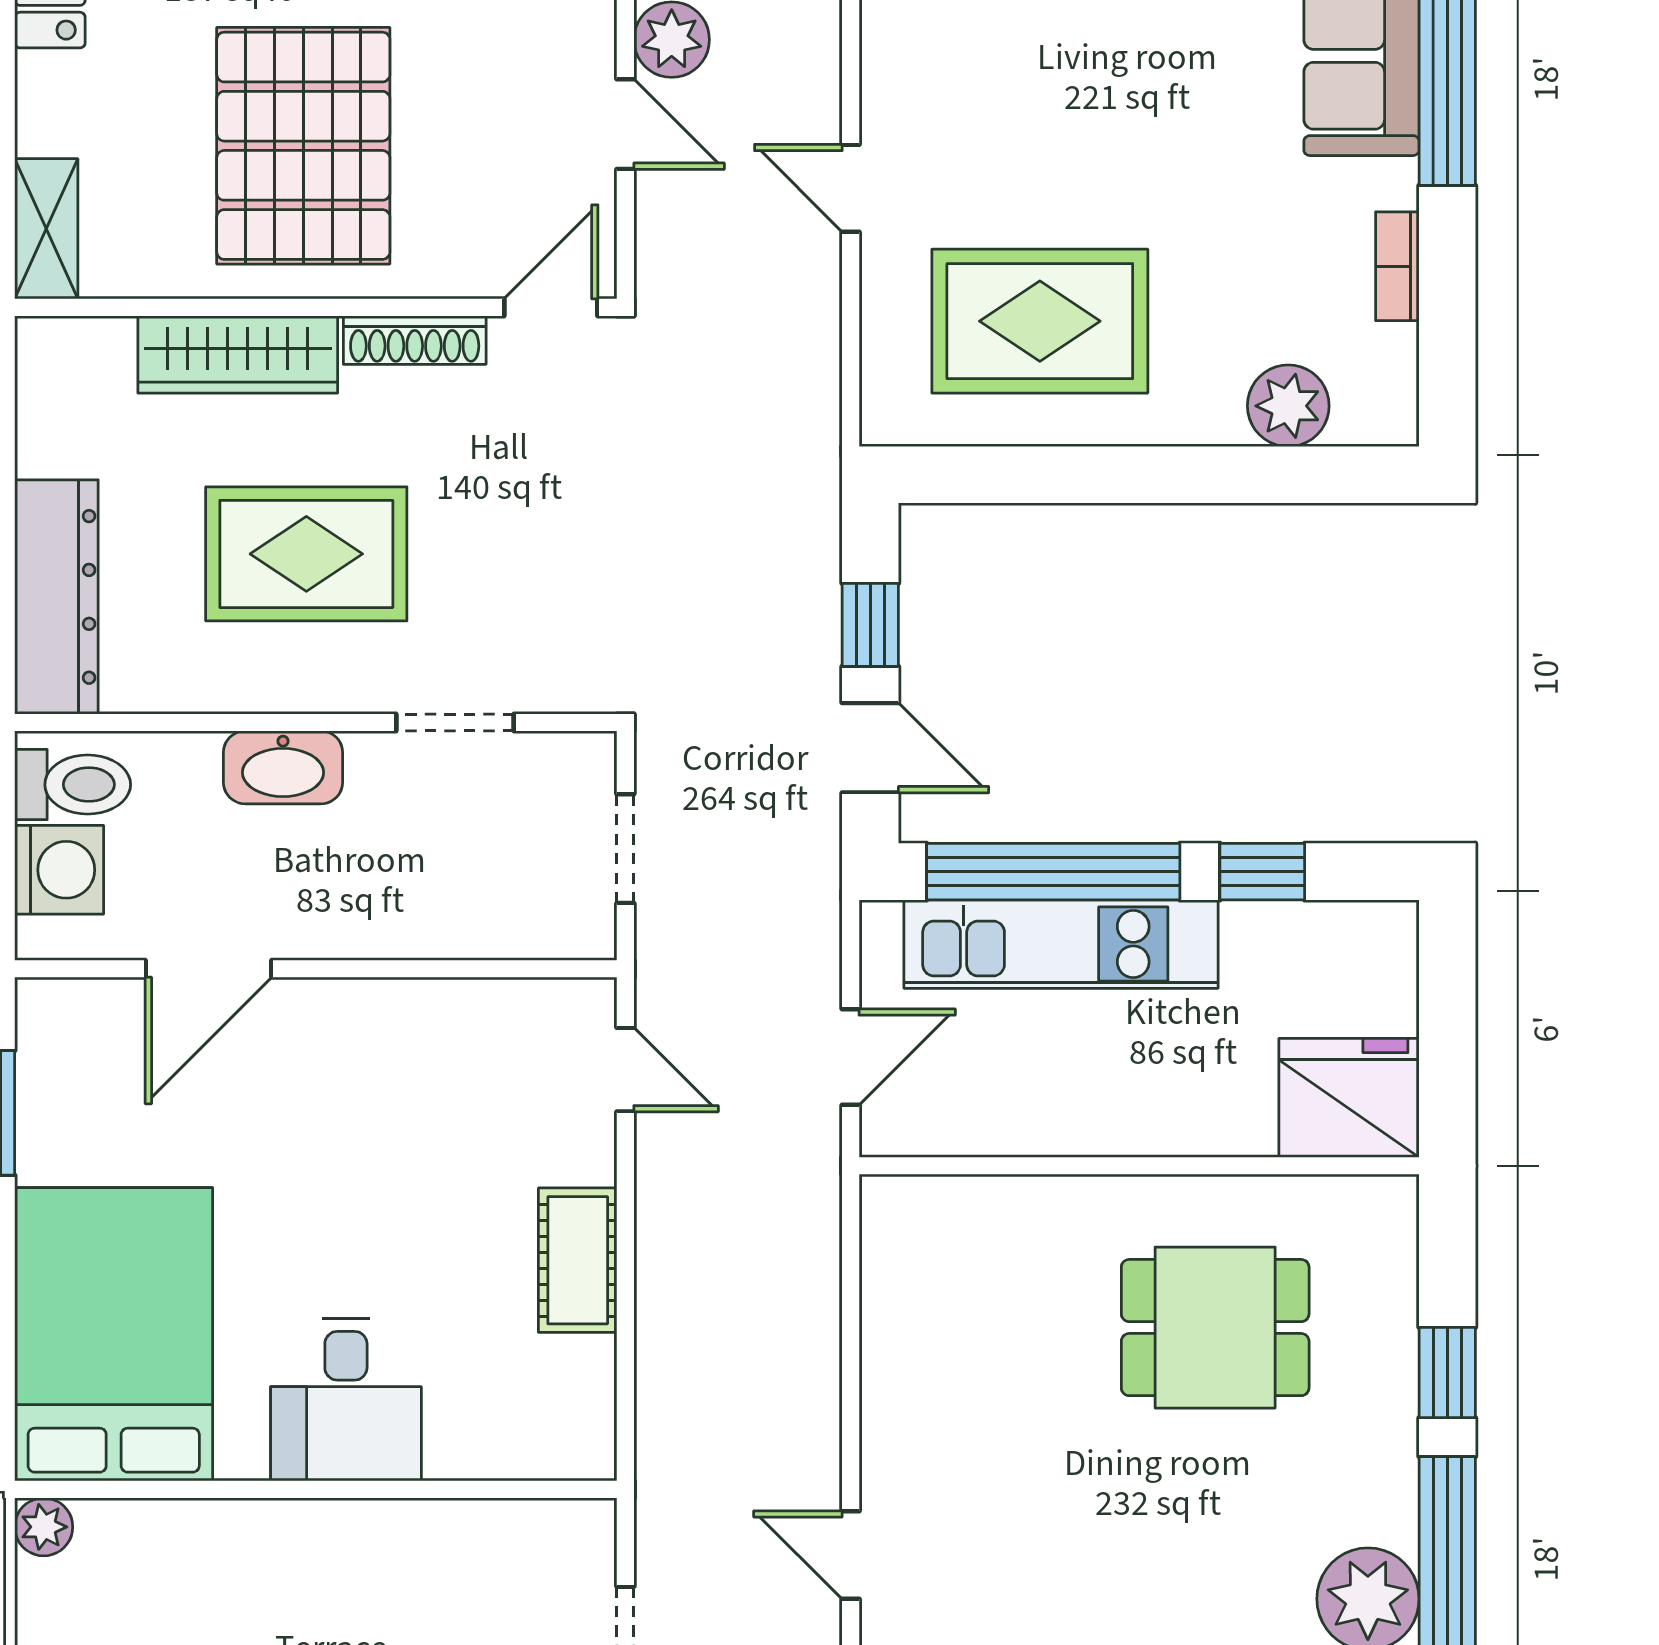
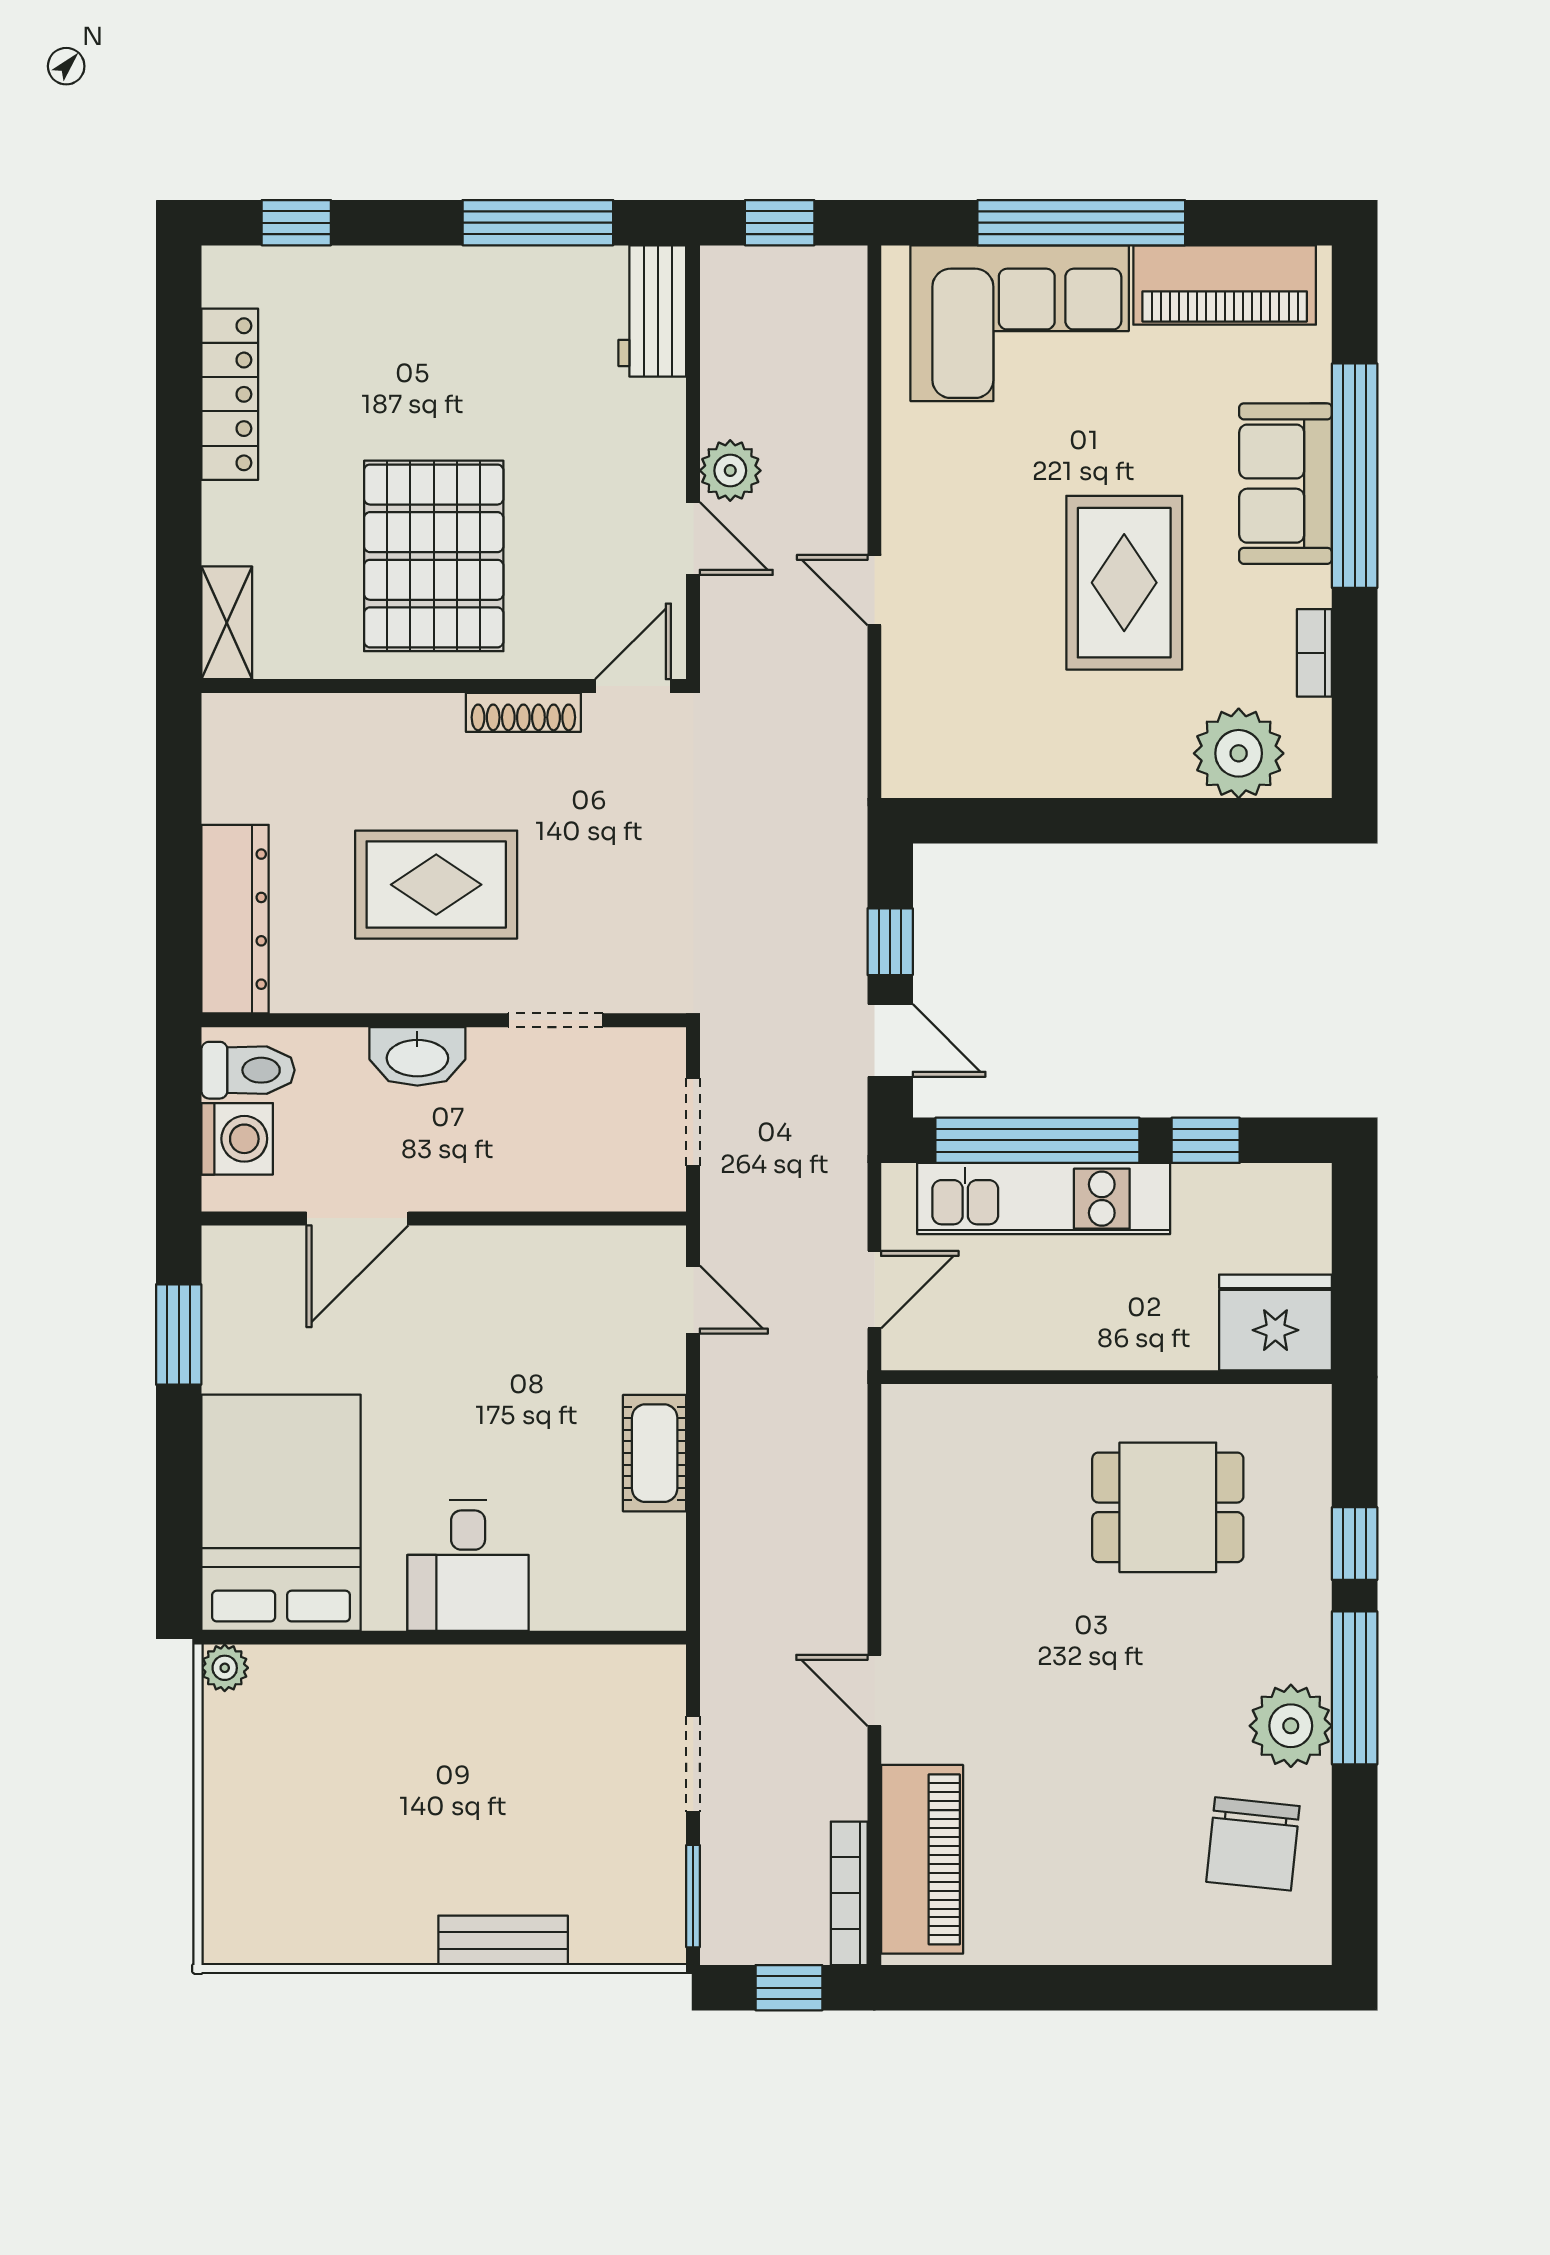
rug: (1040, 321) -> (1124, 583), moved, turned 90
wardrobe: (238, 354) -> (381, 724), removed
plant: (1288, 406) -> (1239, 753), width x1.36, depth x1.36

